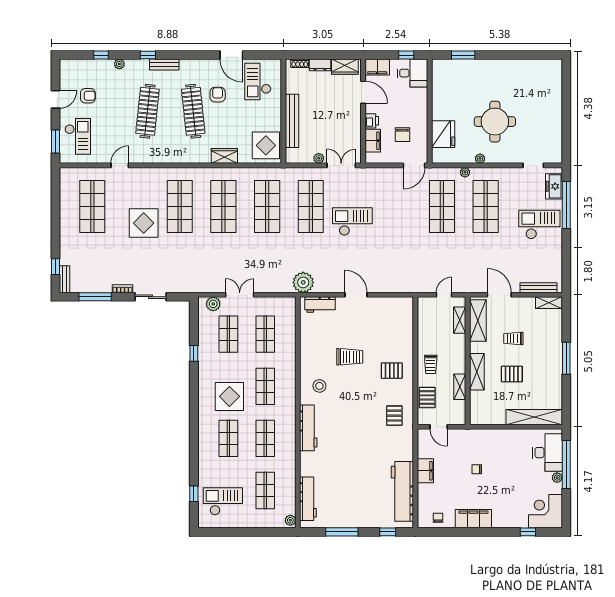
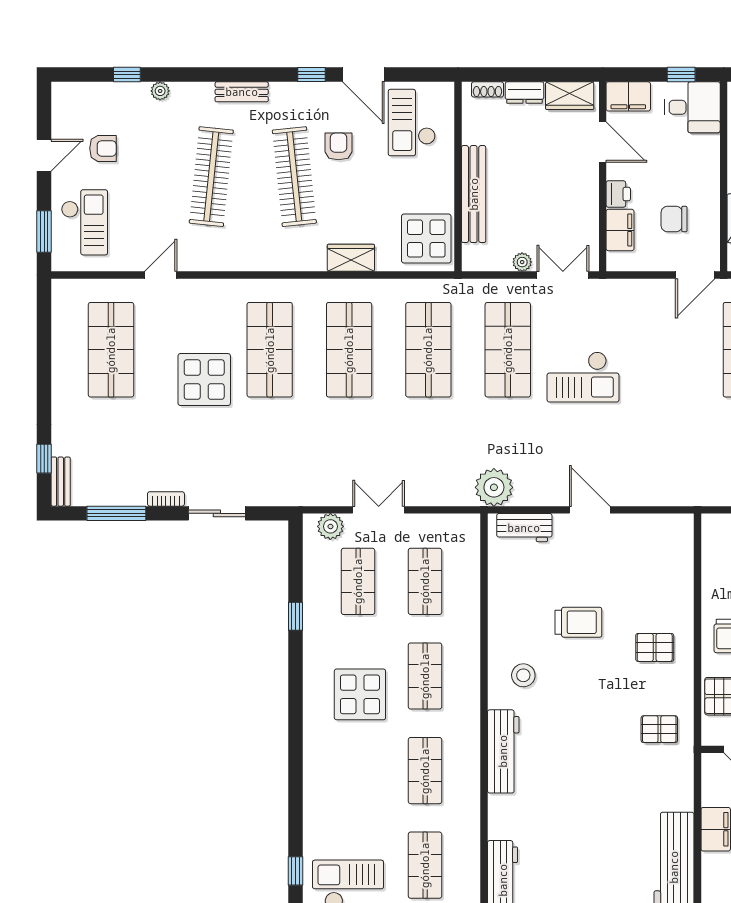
window: (148, 55) -> (311, 75), moved
chair: (402, 135) -> (674, 219), turned 90
checkout: (352, 222) -> (583, 377), turned 180
pallet: (394, 416) -> (659, 729), turned 90
shop shelf: (228, 438) -> (358, 771), removed

